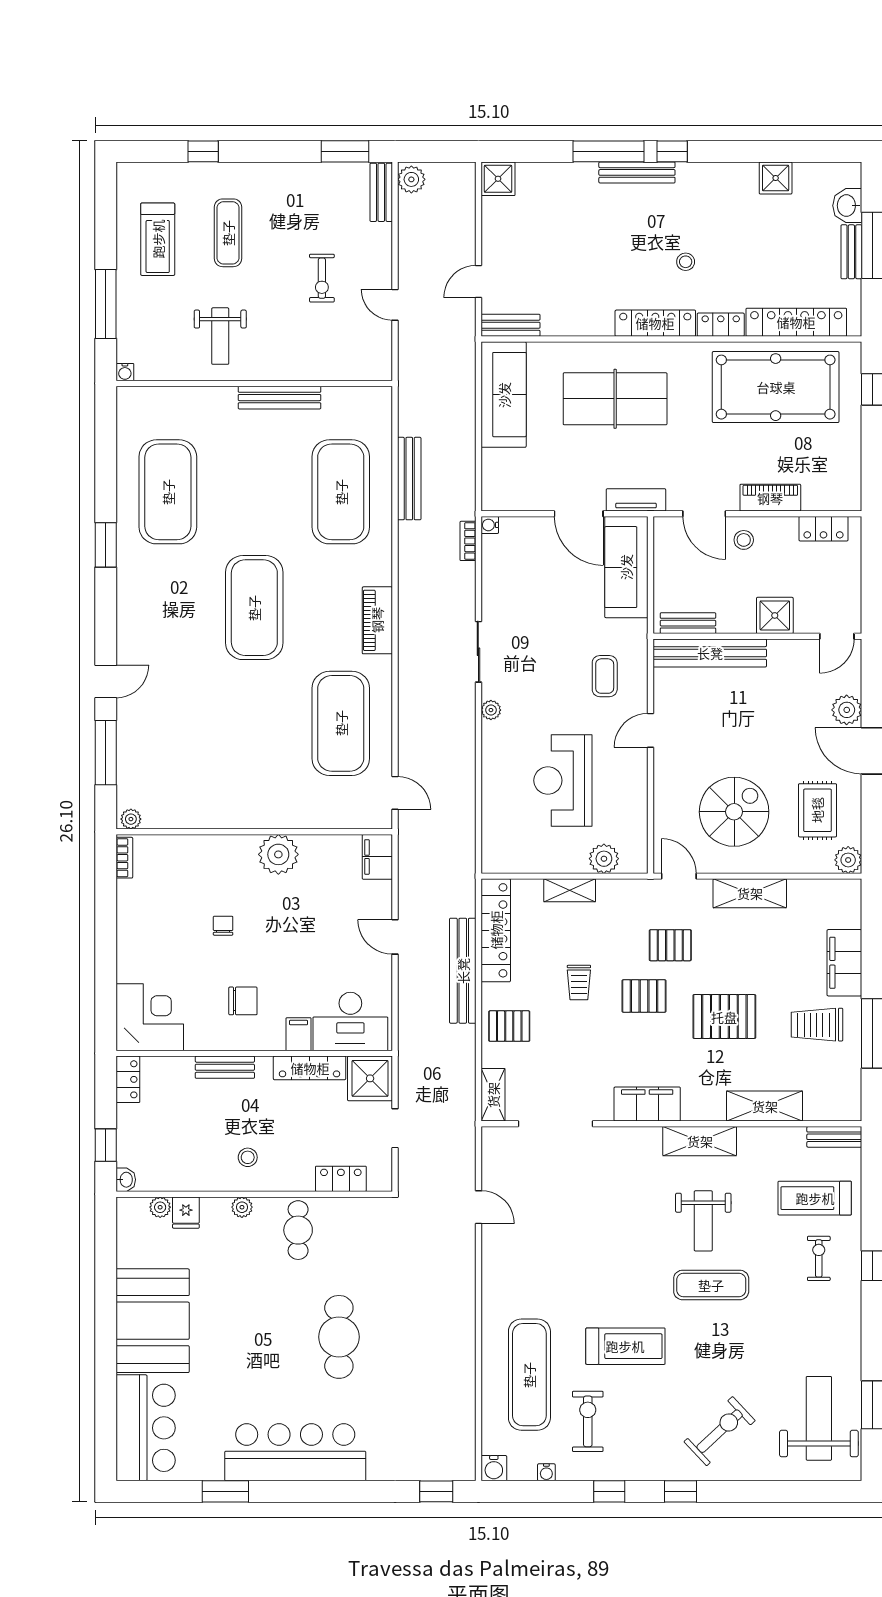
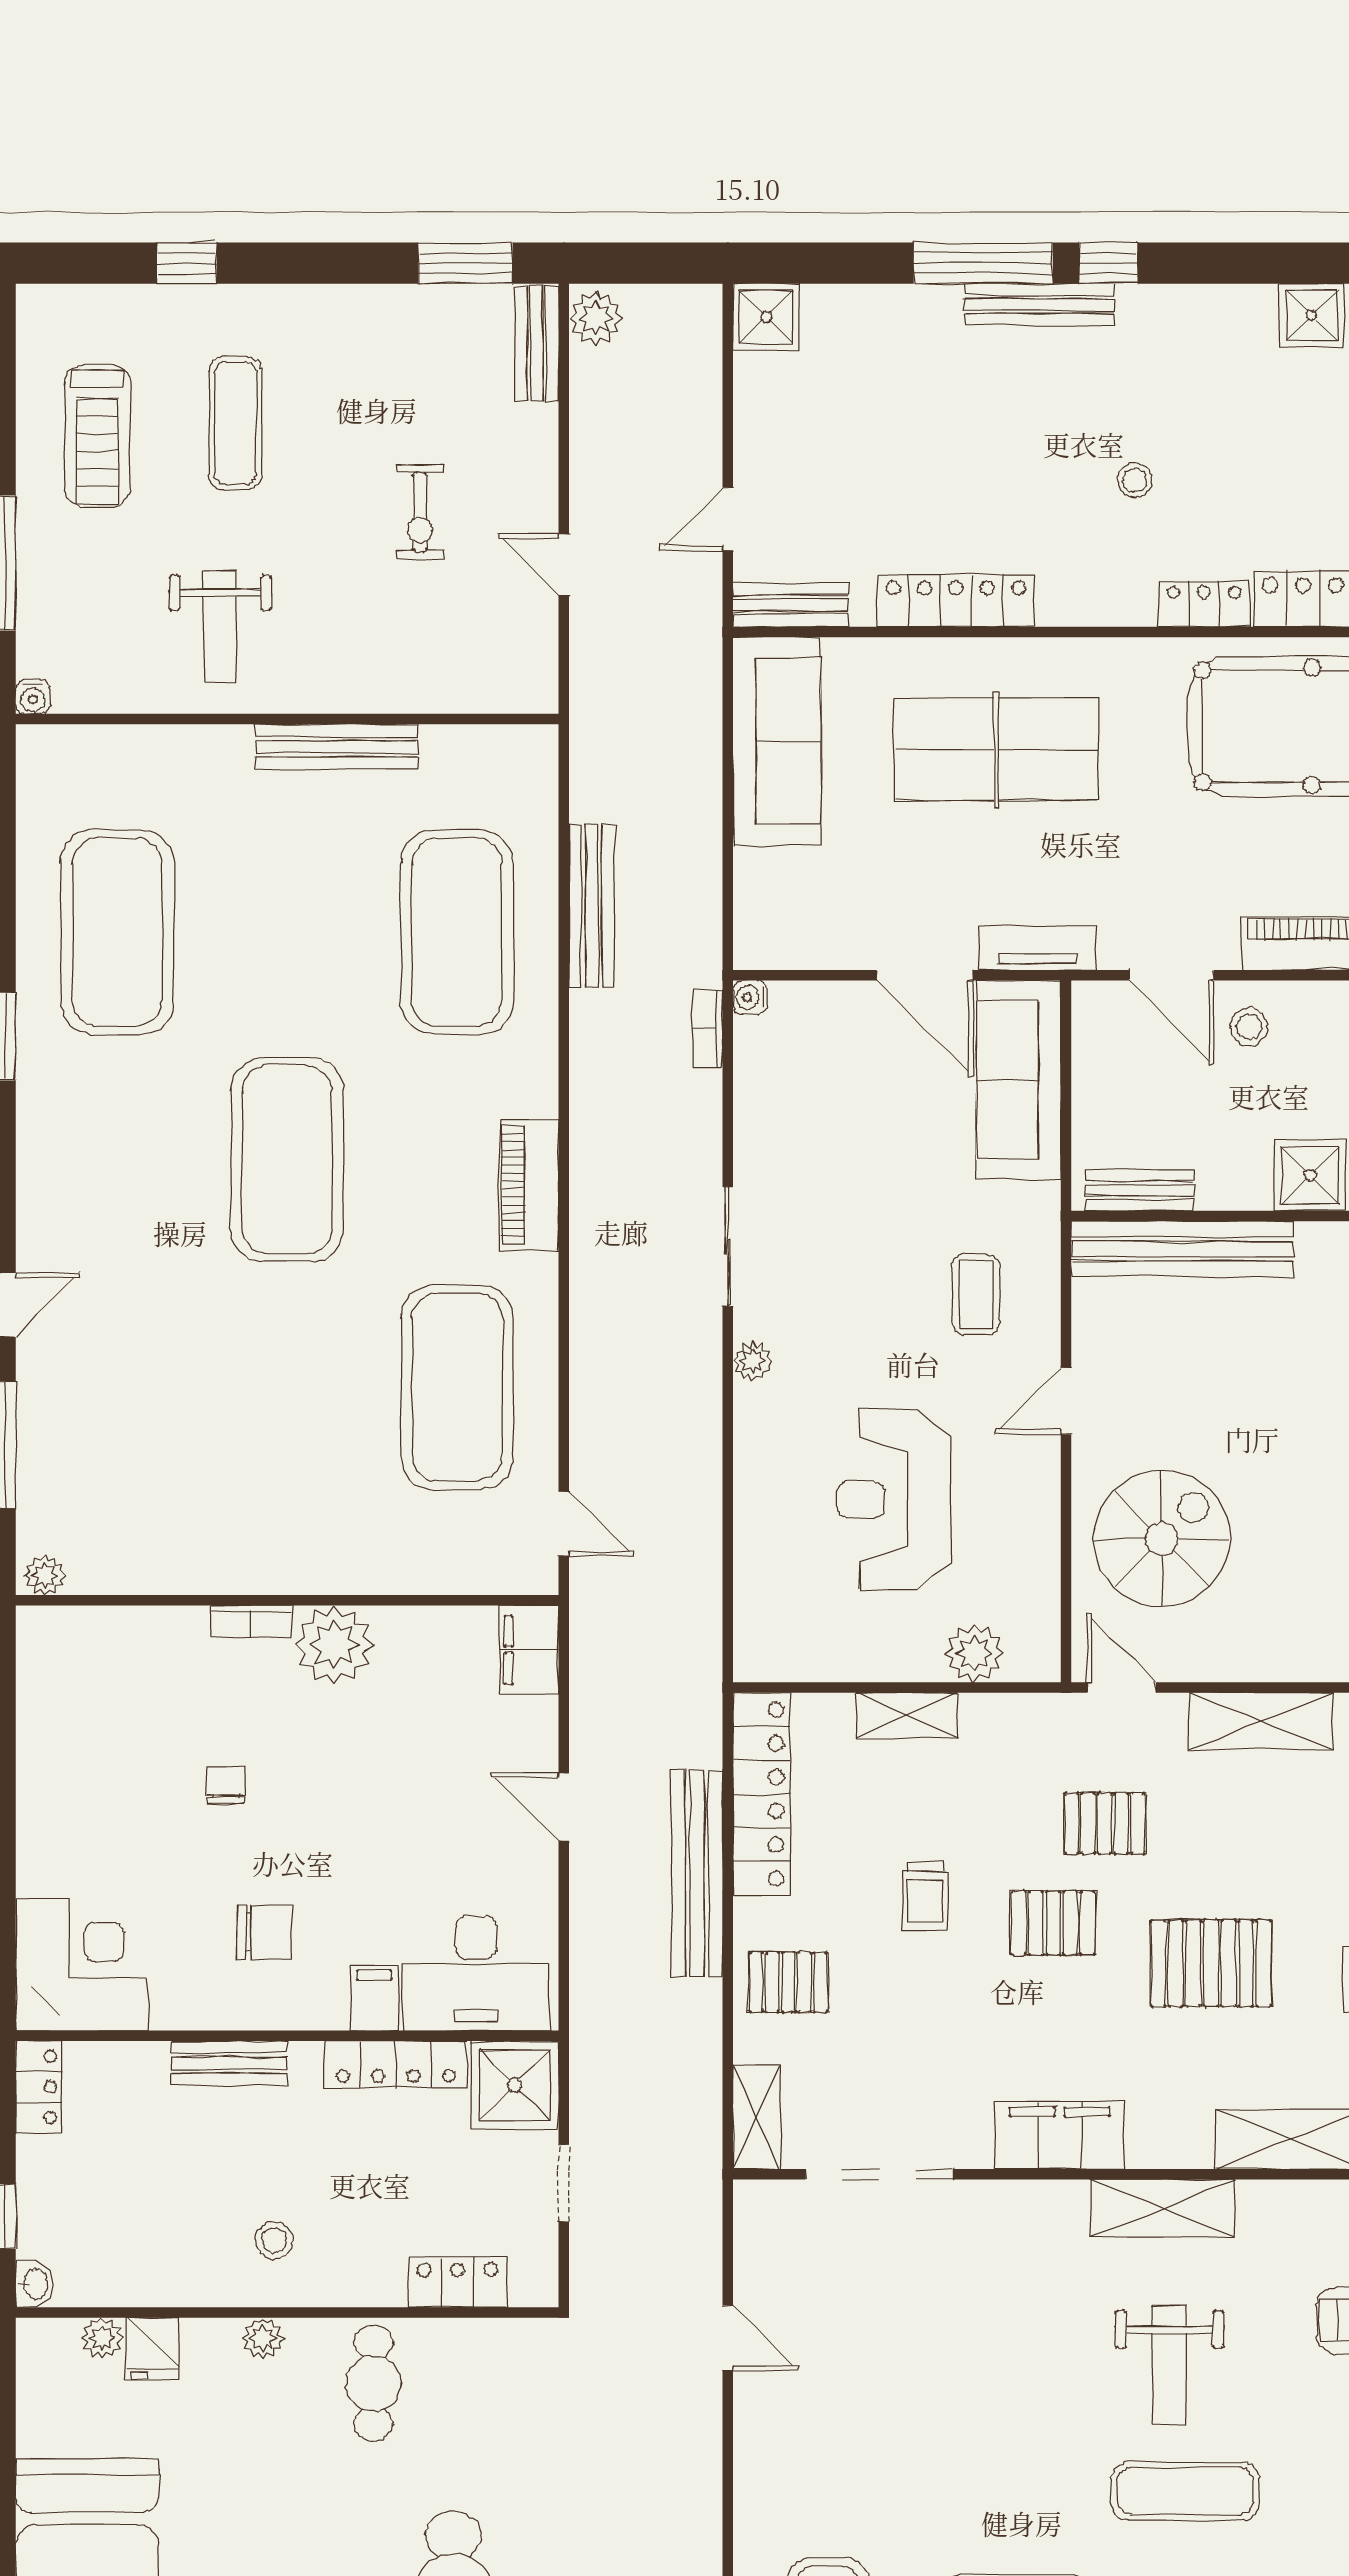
locker: (655, 323) -> (956, 601), moved
spiral stairs: (734, 812) -> (1162, 1539), moved
bookcase: (124, 858) -> (251, 1622), moved, turned 90

